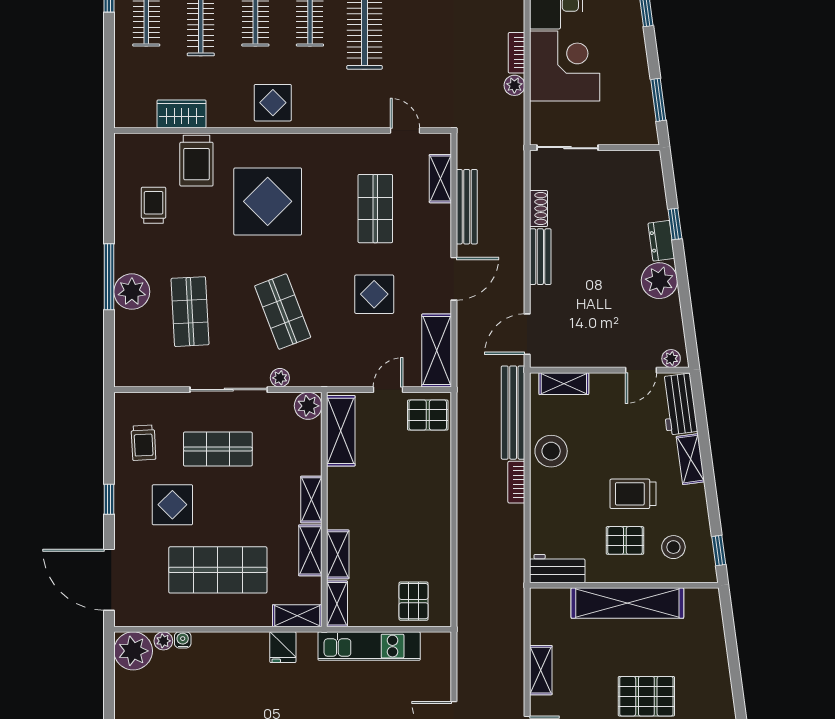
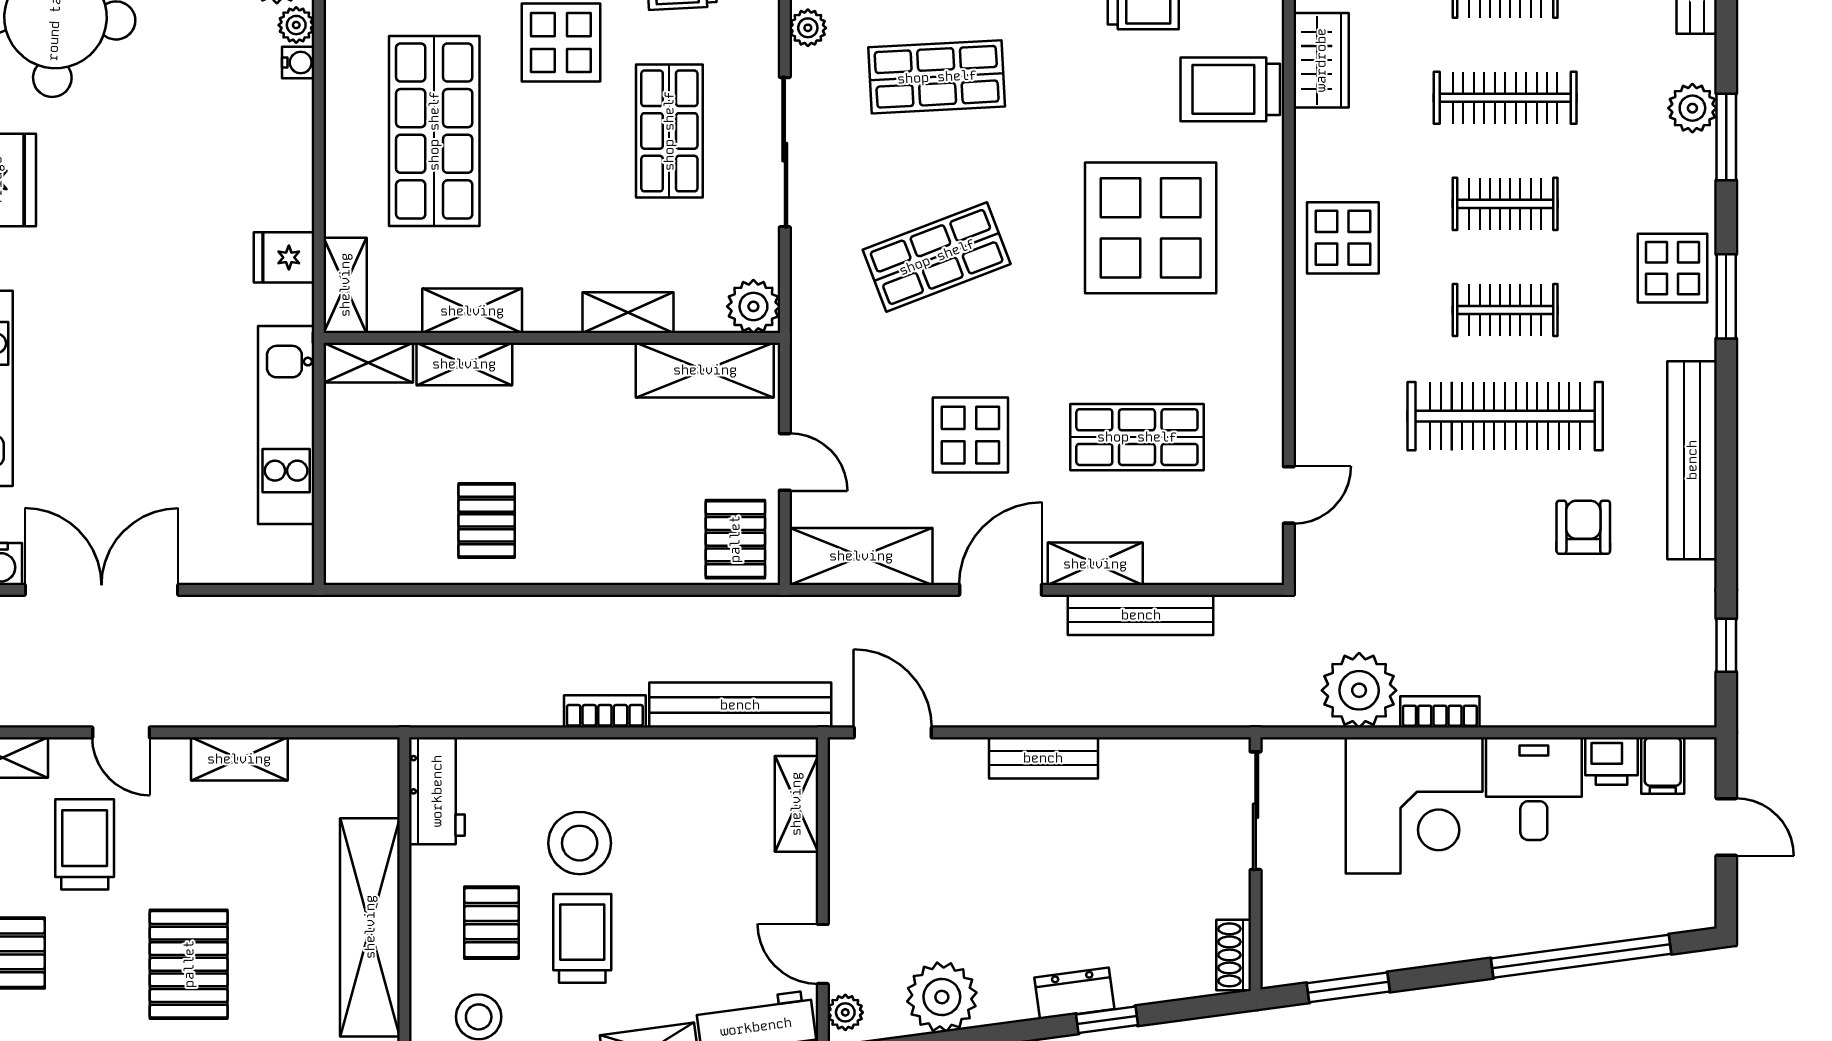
plant: (514, 85) -> (1359, 690), width x1.88, depth x1.88
shelving: (440, 179) -> (1095, 564), moved
shoe rack: (538, 209) -> (1234, 955), moved, turned 90
door: (454, 279) -> (1001, 590), swing flipped
plant: (659, 281) -> (942, 997), moved
plant: (280, 378) -> (808, 28), moved
stool: (551, 451) -> (580, 843), moved
shelving: (311, 499) -> (628, 313), moved
pallet: (414, 601) -> (487, 520), moved, turned 90

